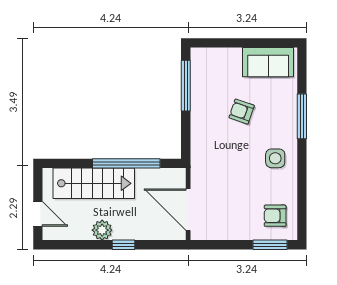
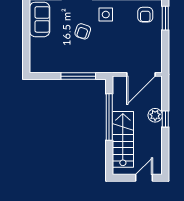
window: (186, 86) -> (78, 76), moved
armchair: (242, 112) -> (83, 31), moved
plant: (102, 230) -> (155, 115), moved

